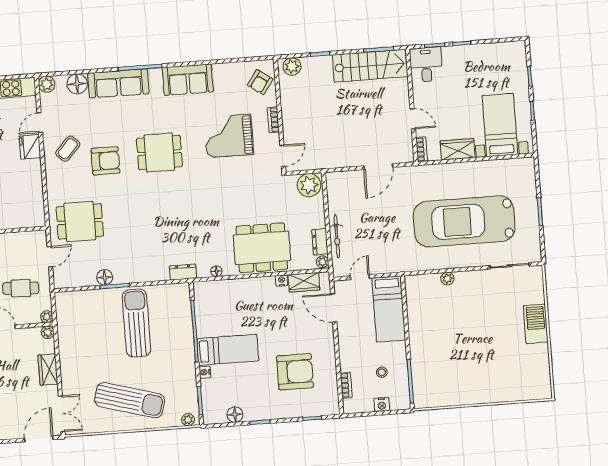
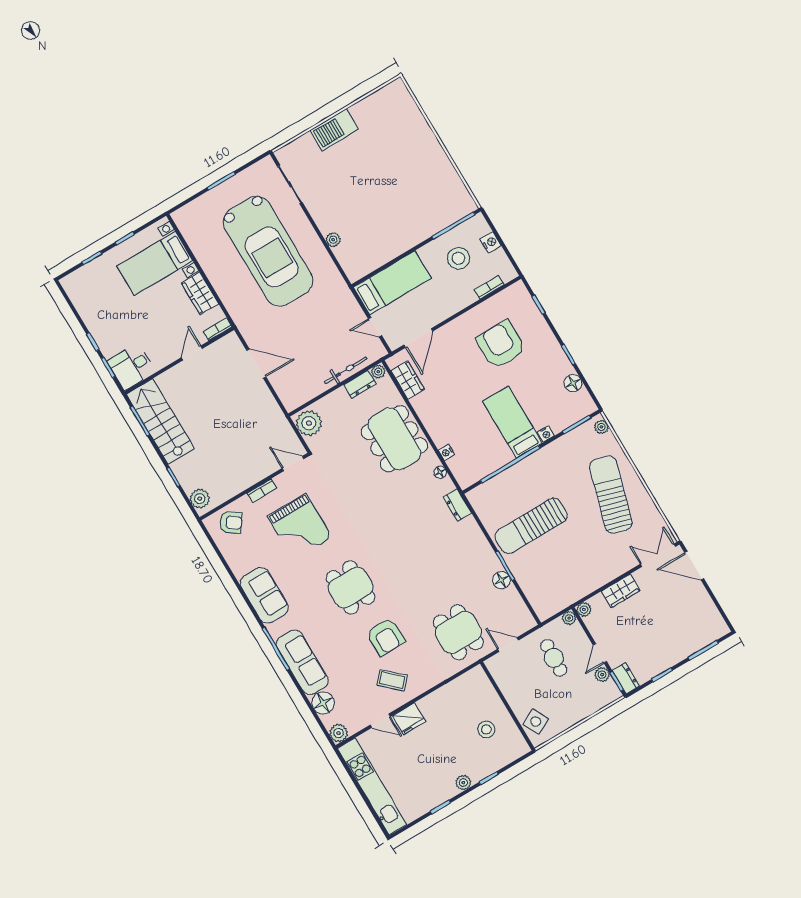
armchair: (106, 161) -> (385, 637), turned 180
nightstand: (282, 281) -> (446, 452), moved
stool: (382, 372) -> (459, 258), width x1.89, depth x1.89

